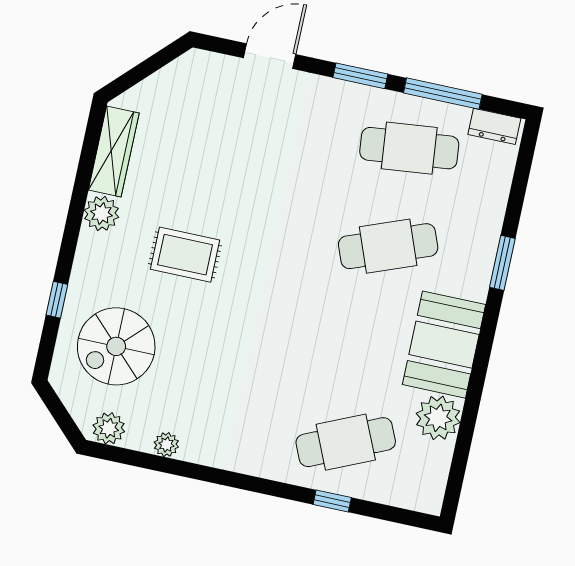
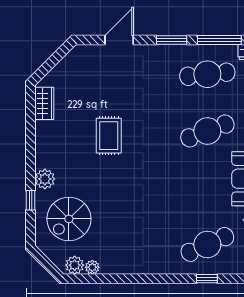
wardrobe: (114, 151) -> (44, 103), width x0.67
plant: (101, 214) -> (45, 179), moved
rug: (185, 255) -> (109, 136), moved, turned 90
plant: (166, 445) -> (92, 267), moved

